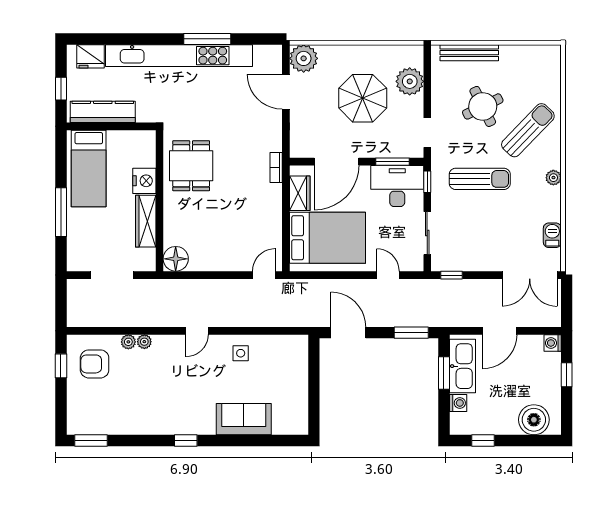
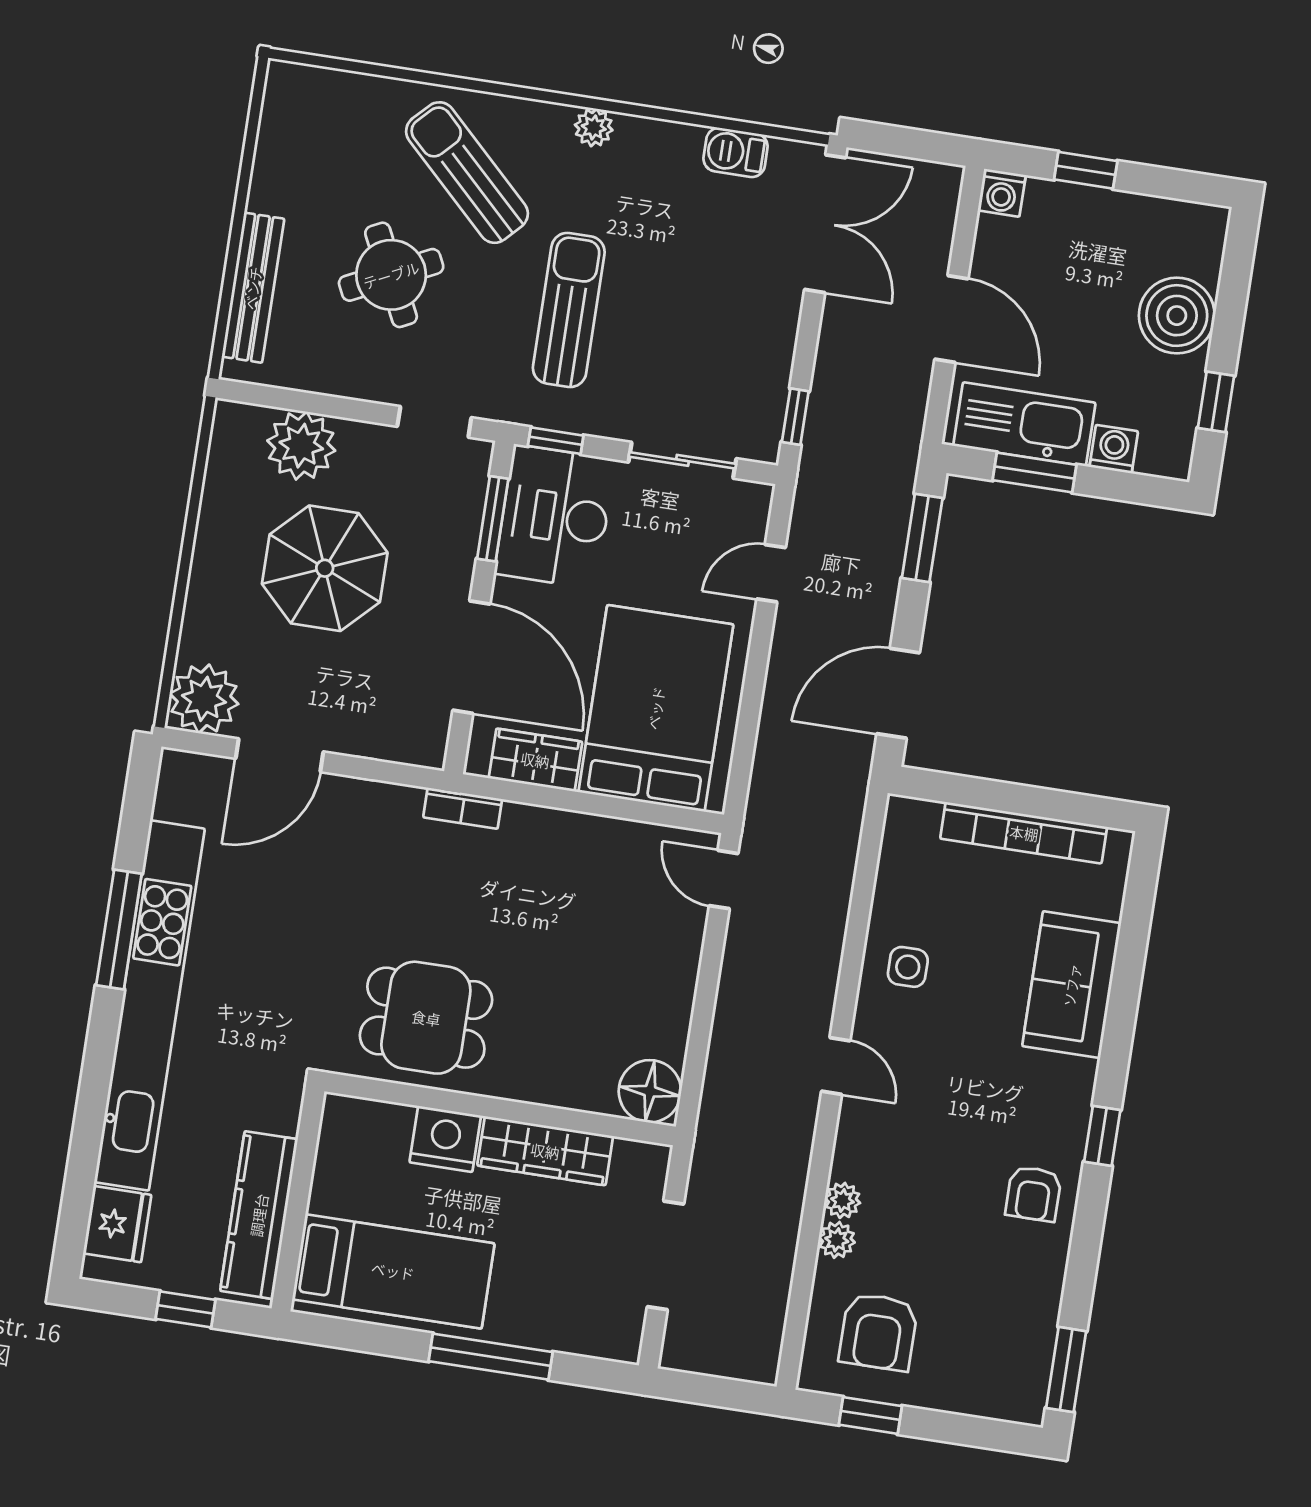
bookcase: (301, 391) -> (1024, 833), added
armchair: (159, 417) -> (1033, 1194), added
boiler: (534, 420) -> (1177, 316), moved

